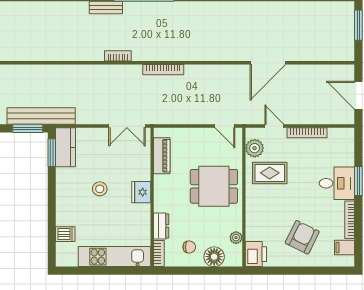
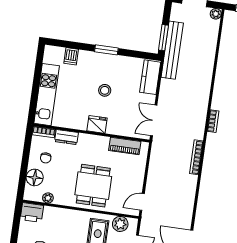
kitchen counter: (66, 147) -> (150, 77), moved, turned 90
window: (52, 153) -> (106, 50), moved

